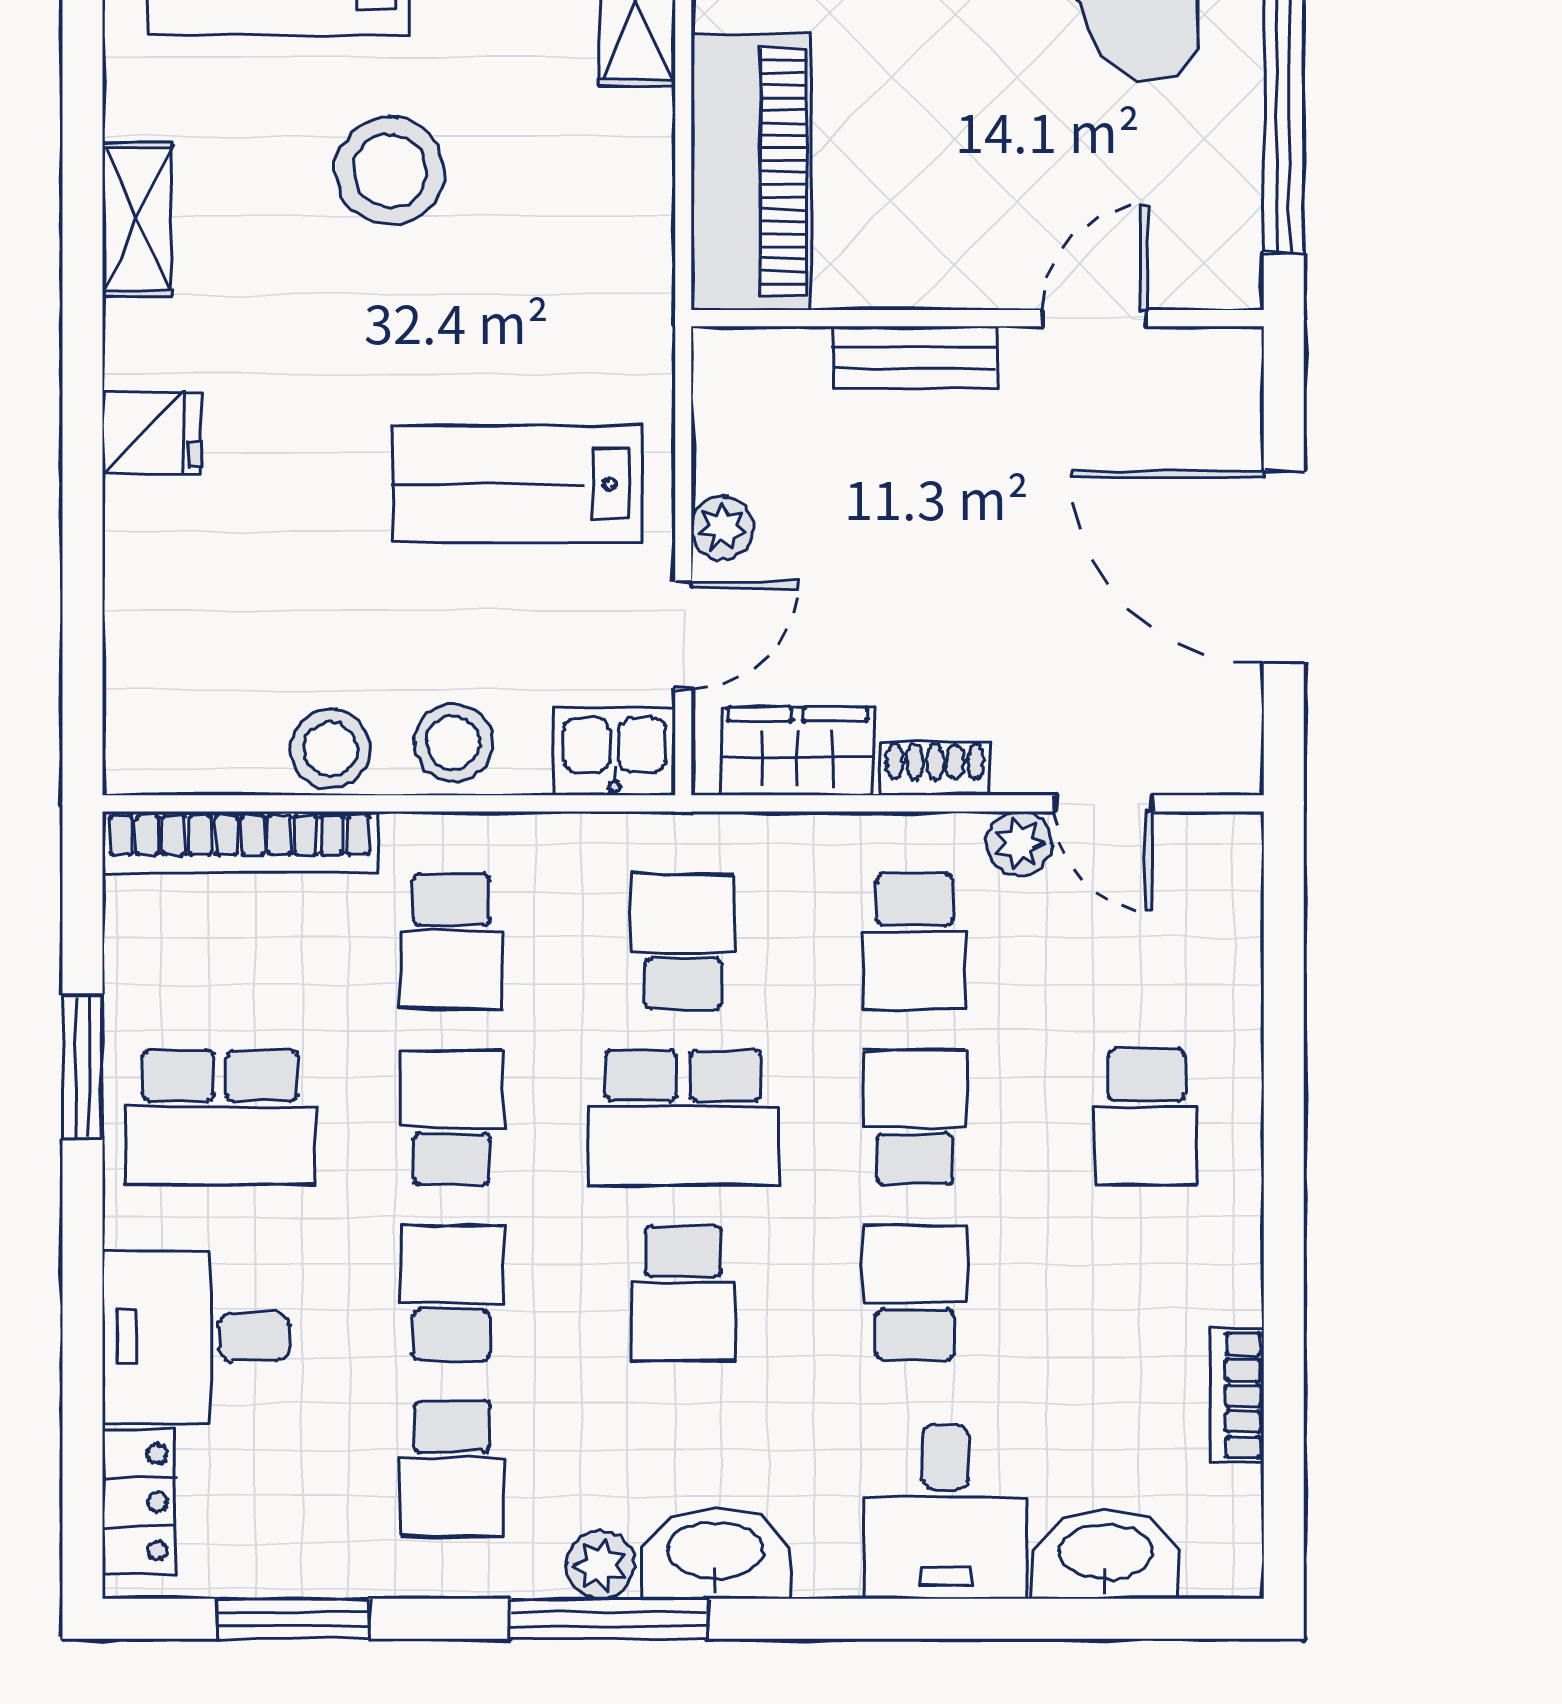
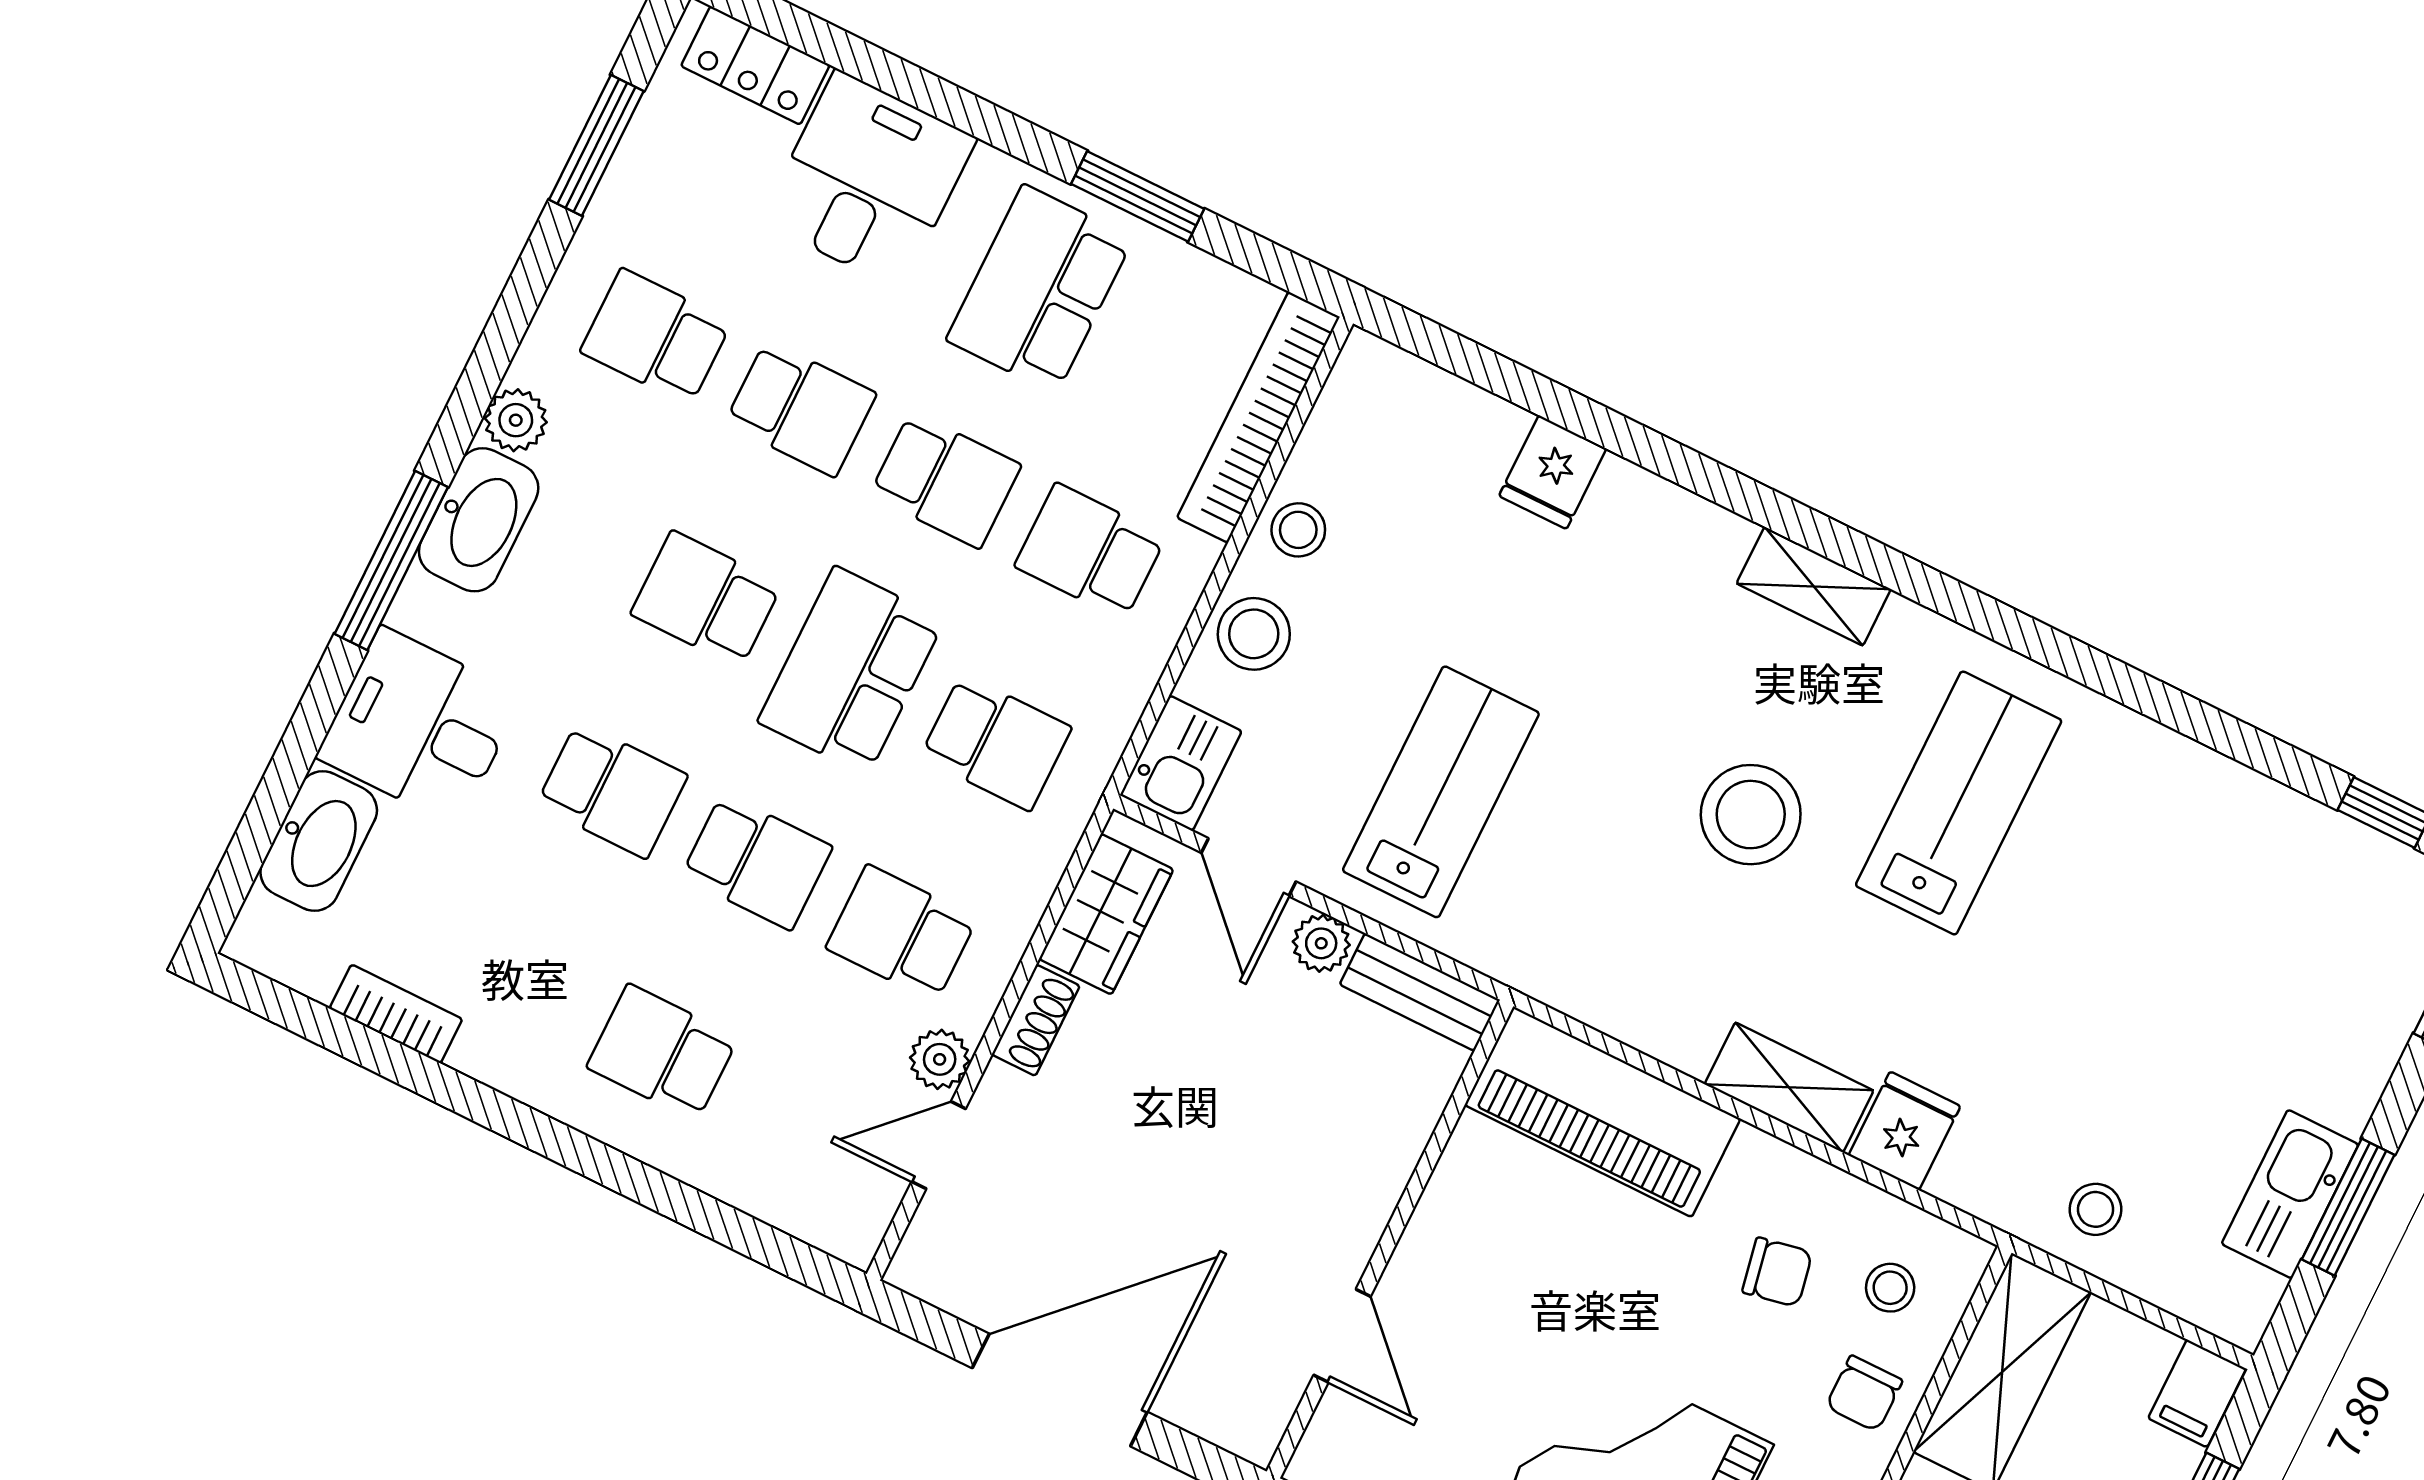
bench: (916, 357) -> (1420, 992), moved, turned 90
fridge: (152, 433) -> (1553, 472), moved
stool: (330, 749) -> (1298, 530), width x0.73, depth x0.73
window: (608, 1619) -> (391, 560), moved

